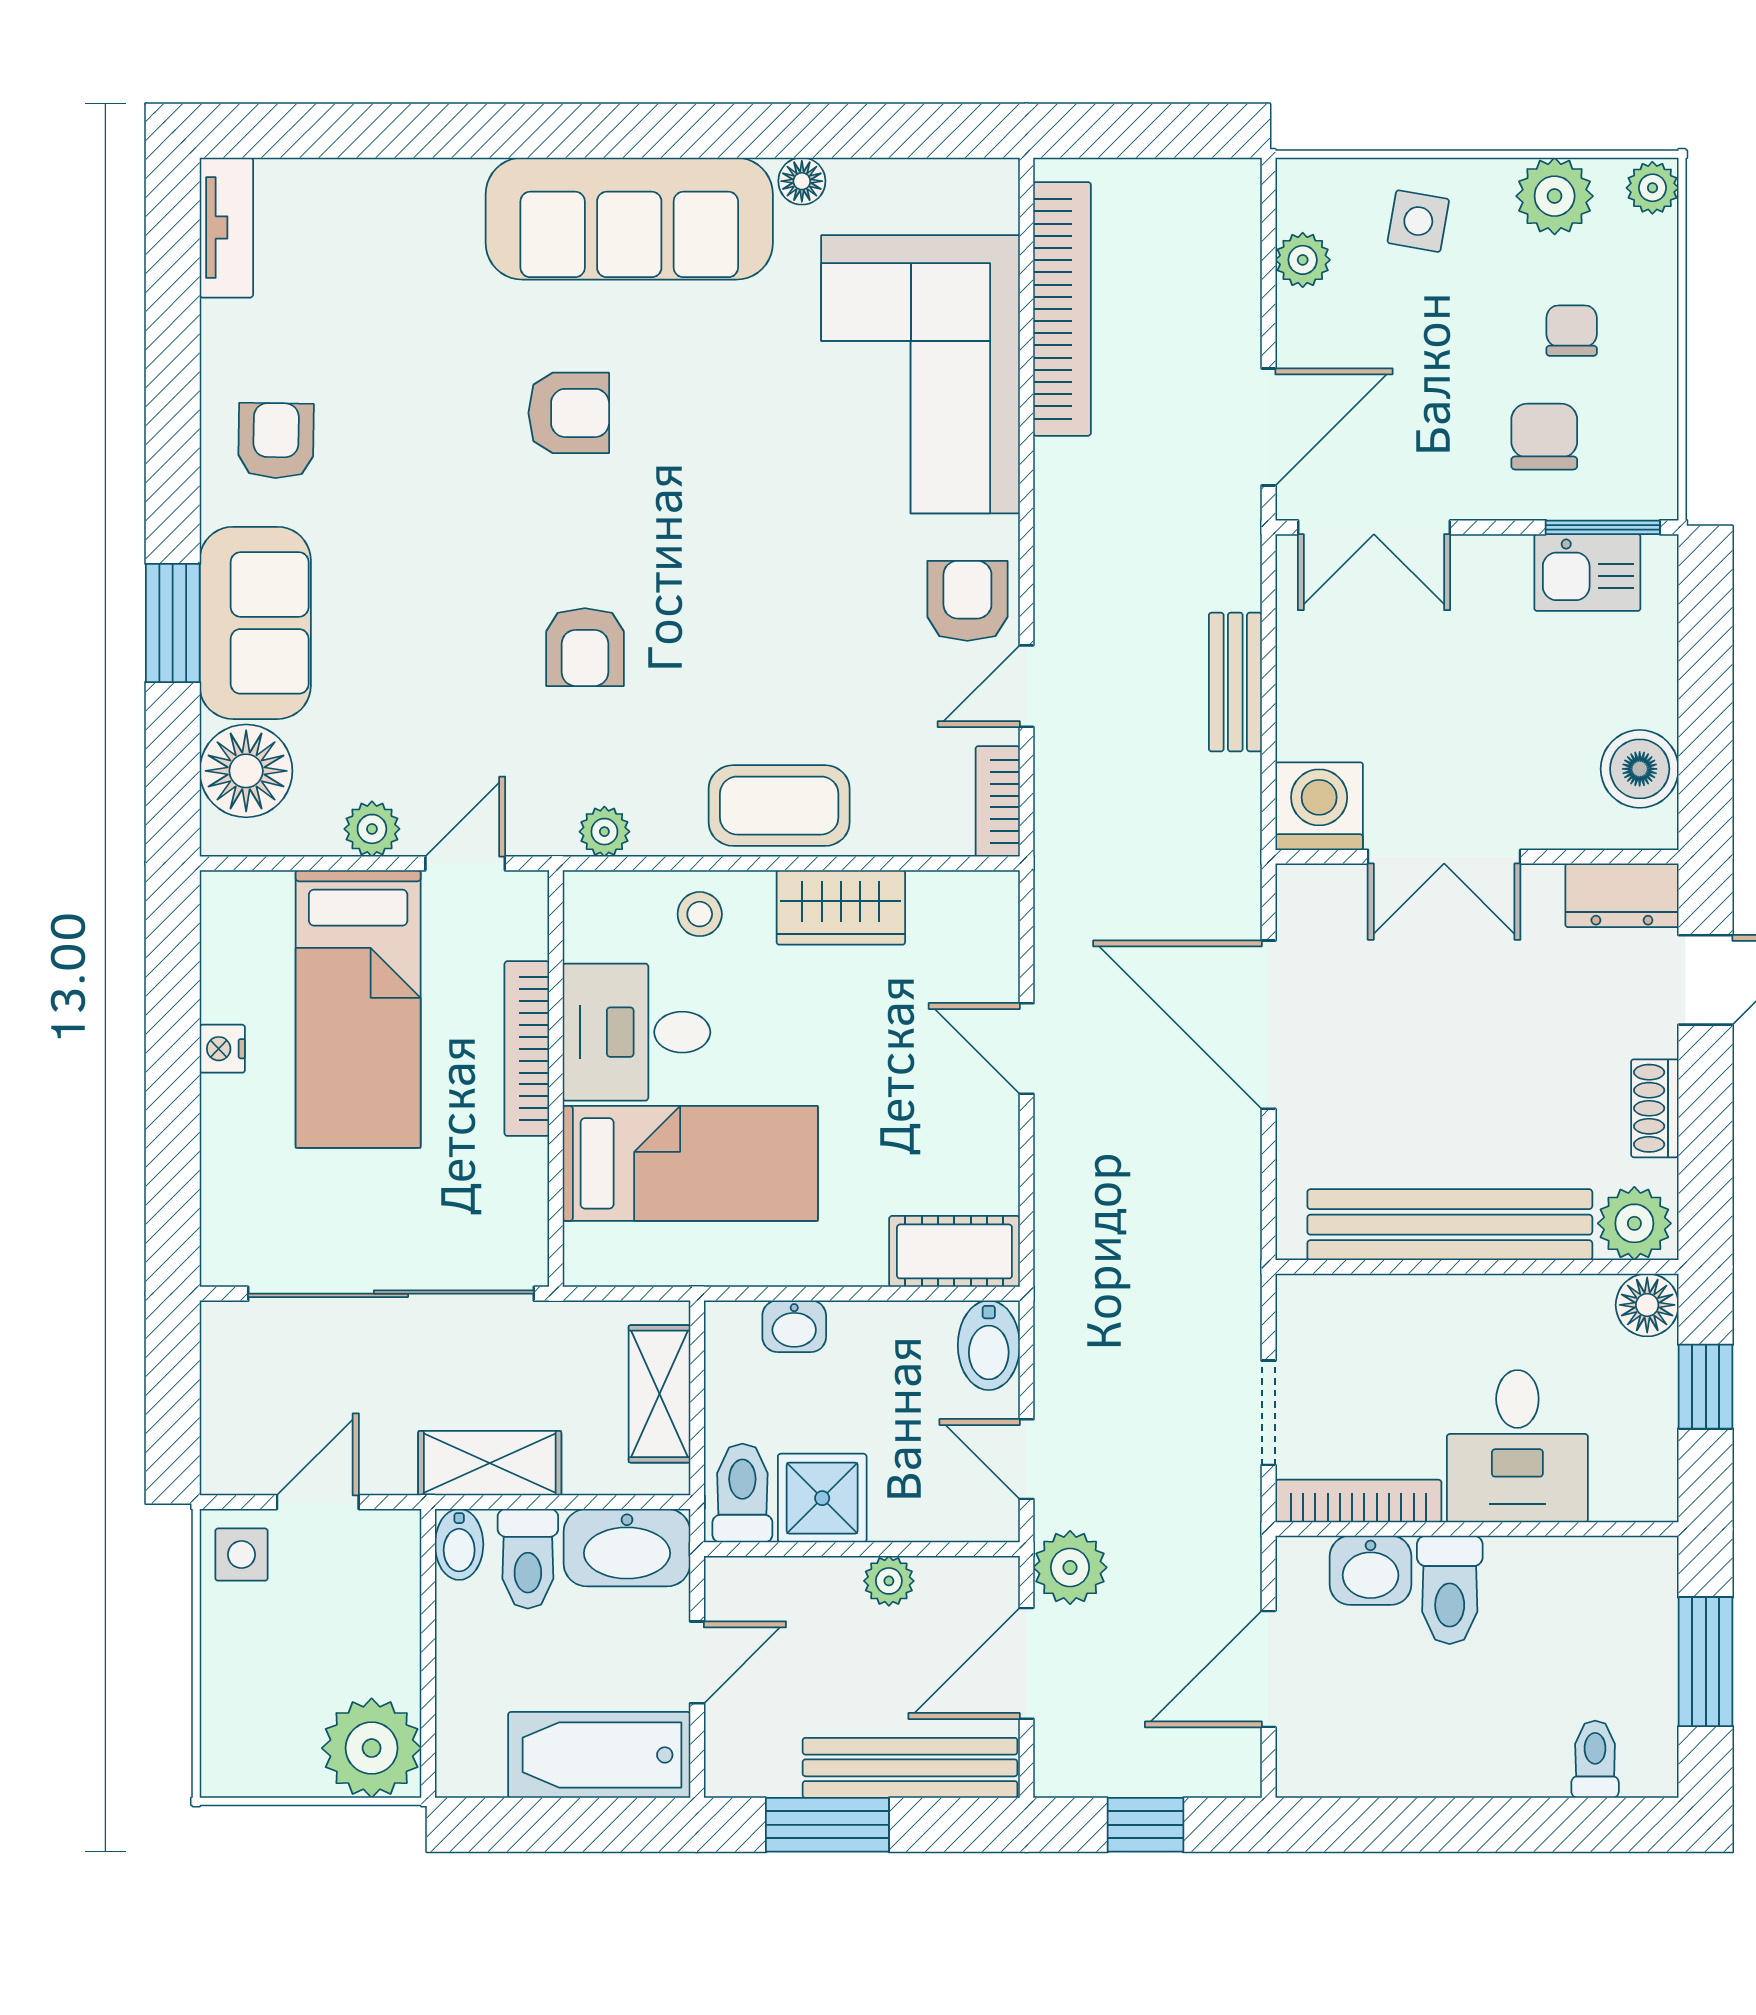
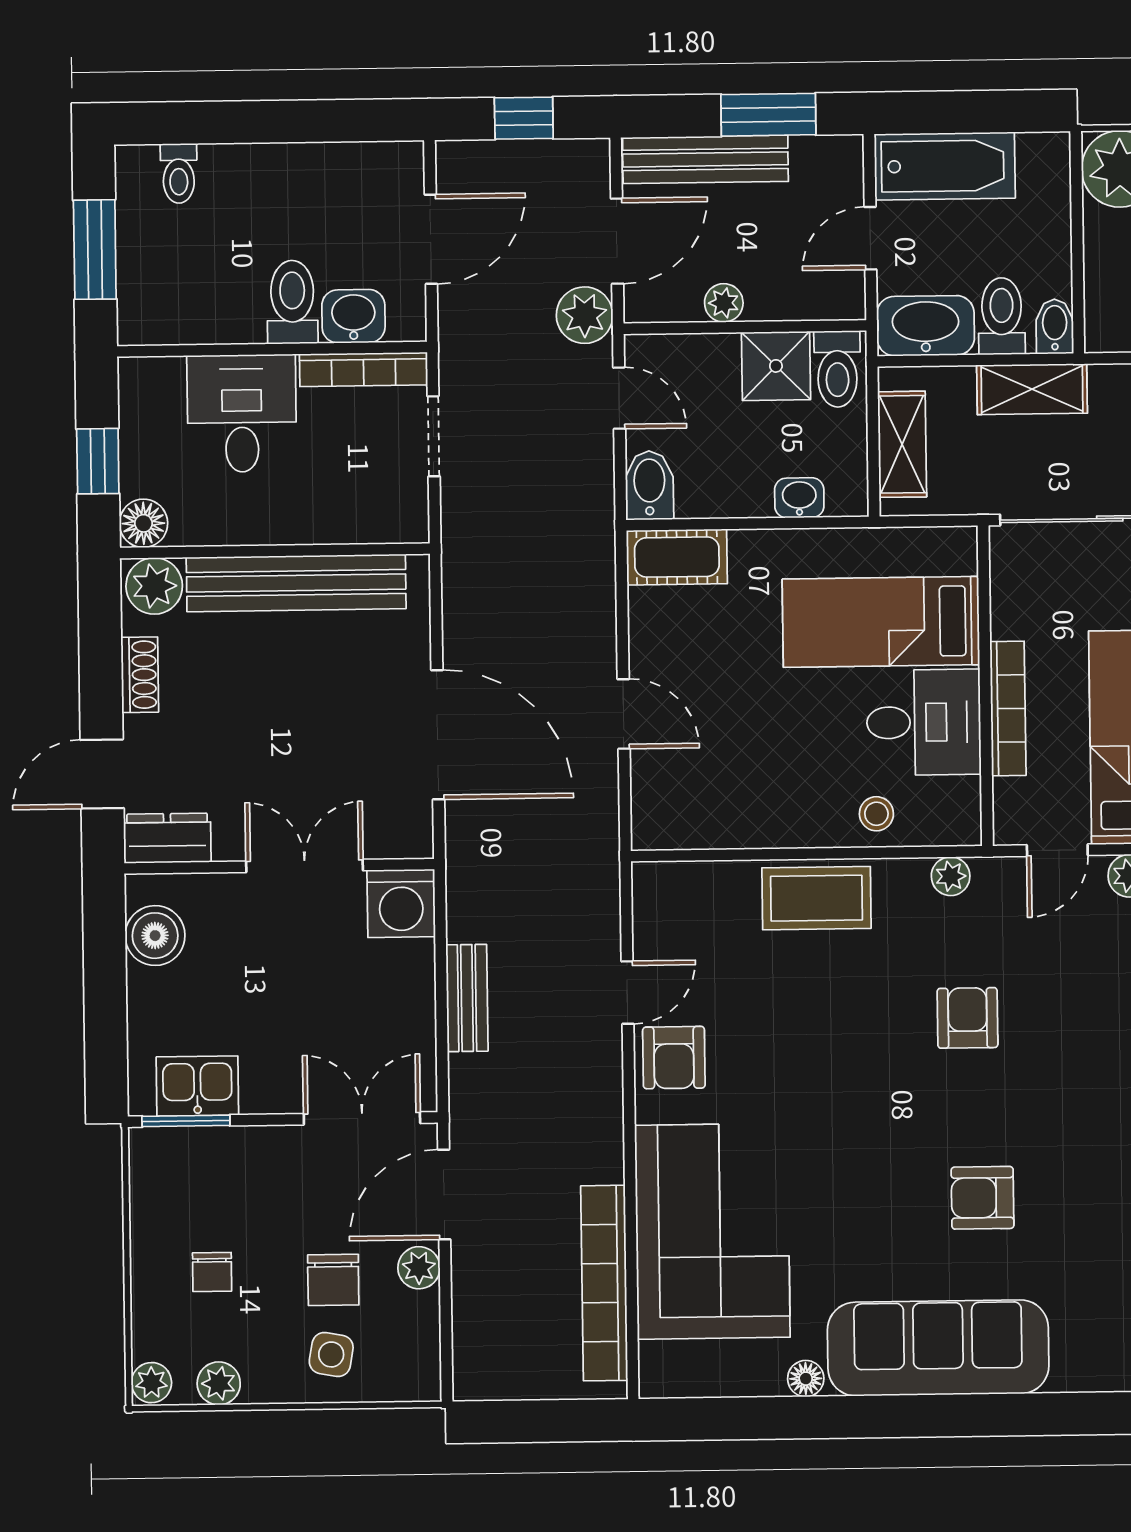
plant: (1555, 196) -> (219, 1383), width x0.73, depth x0.73
plant: (1303, 260) -> (419, 1268), moved
chair: (1544, 437) -> (333, 1280), moved
bookcase: (998, 801) -> (648, 904), removed
wardrobe: (841, 907) -> (768, 820), removed

